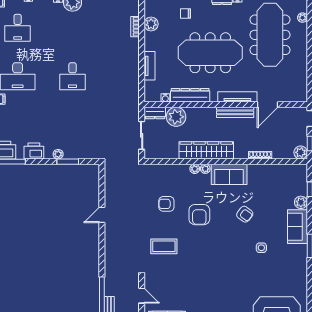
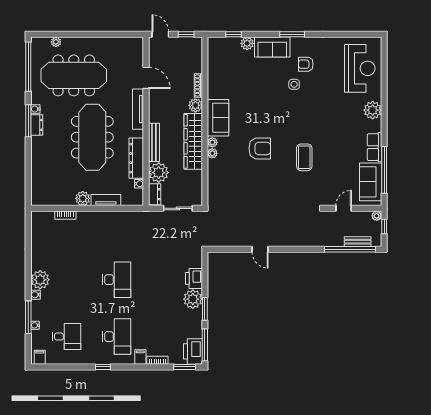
chair: (186, 14) -> (52, 163), removed
plant: (151, 24) -> (83, 198), moved
desk: (73, 76) -> (117, 280), width x1.37
bench: (235, 112) -> (154, 142), moved
printer: (34, 151) -> (194, 278), moved
plant: (301, 152) -> (195, 105), moved
plant: (58, 154) -> (193, 299), width x1.87, depth x1.87
window: (68, 162) -> (205, 309), moved
armchair: (166, 204) -> (249, 183), removed
armchair: (245, 214) -> (306, 64), moved, turned -127
coffee table: (164, 246) -> (304, 157), moved

